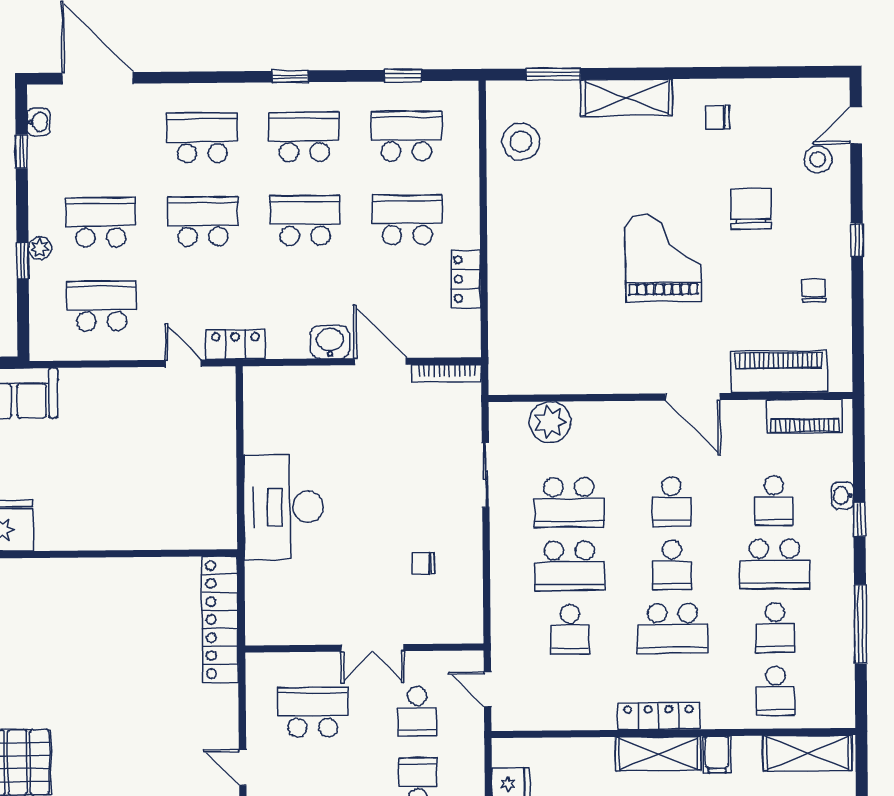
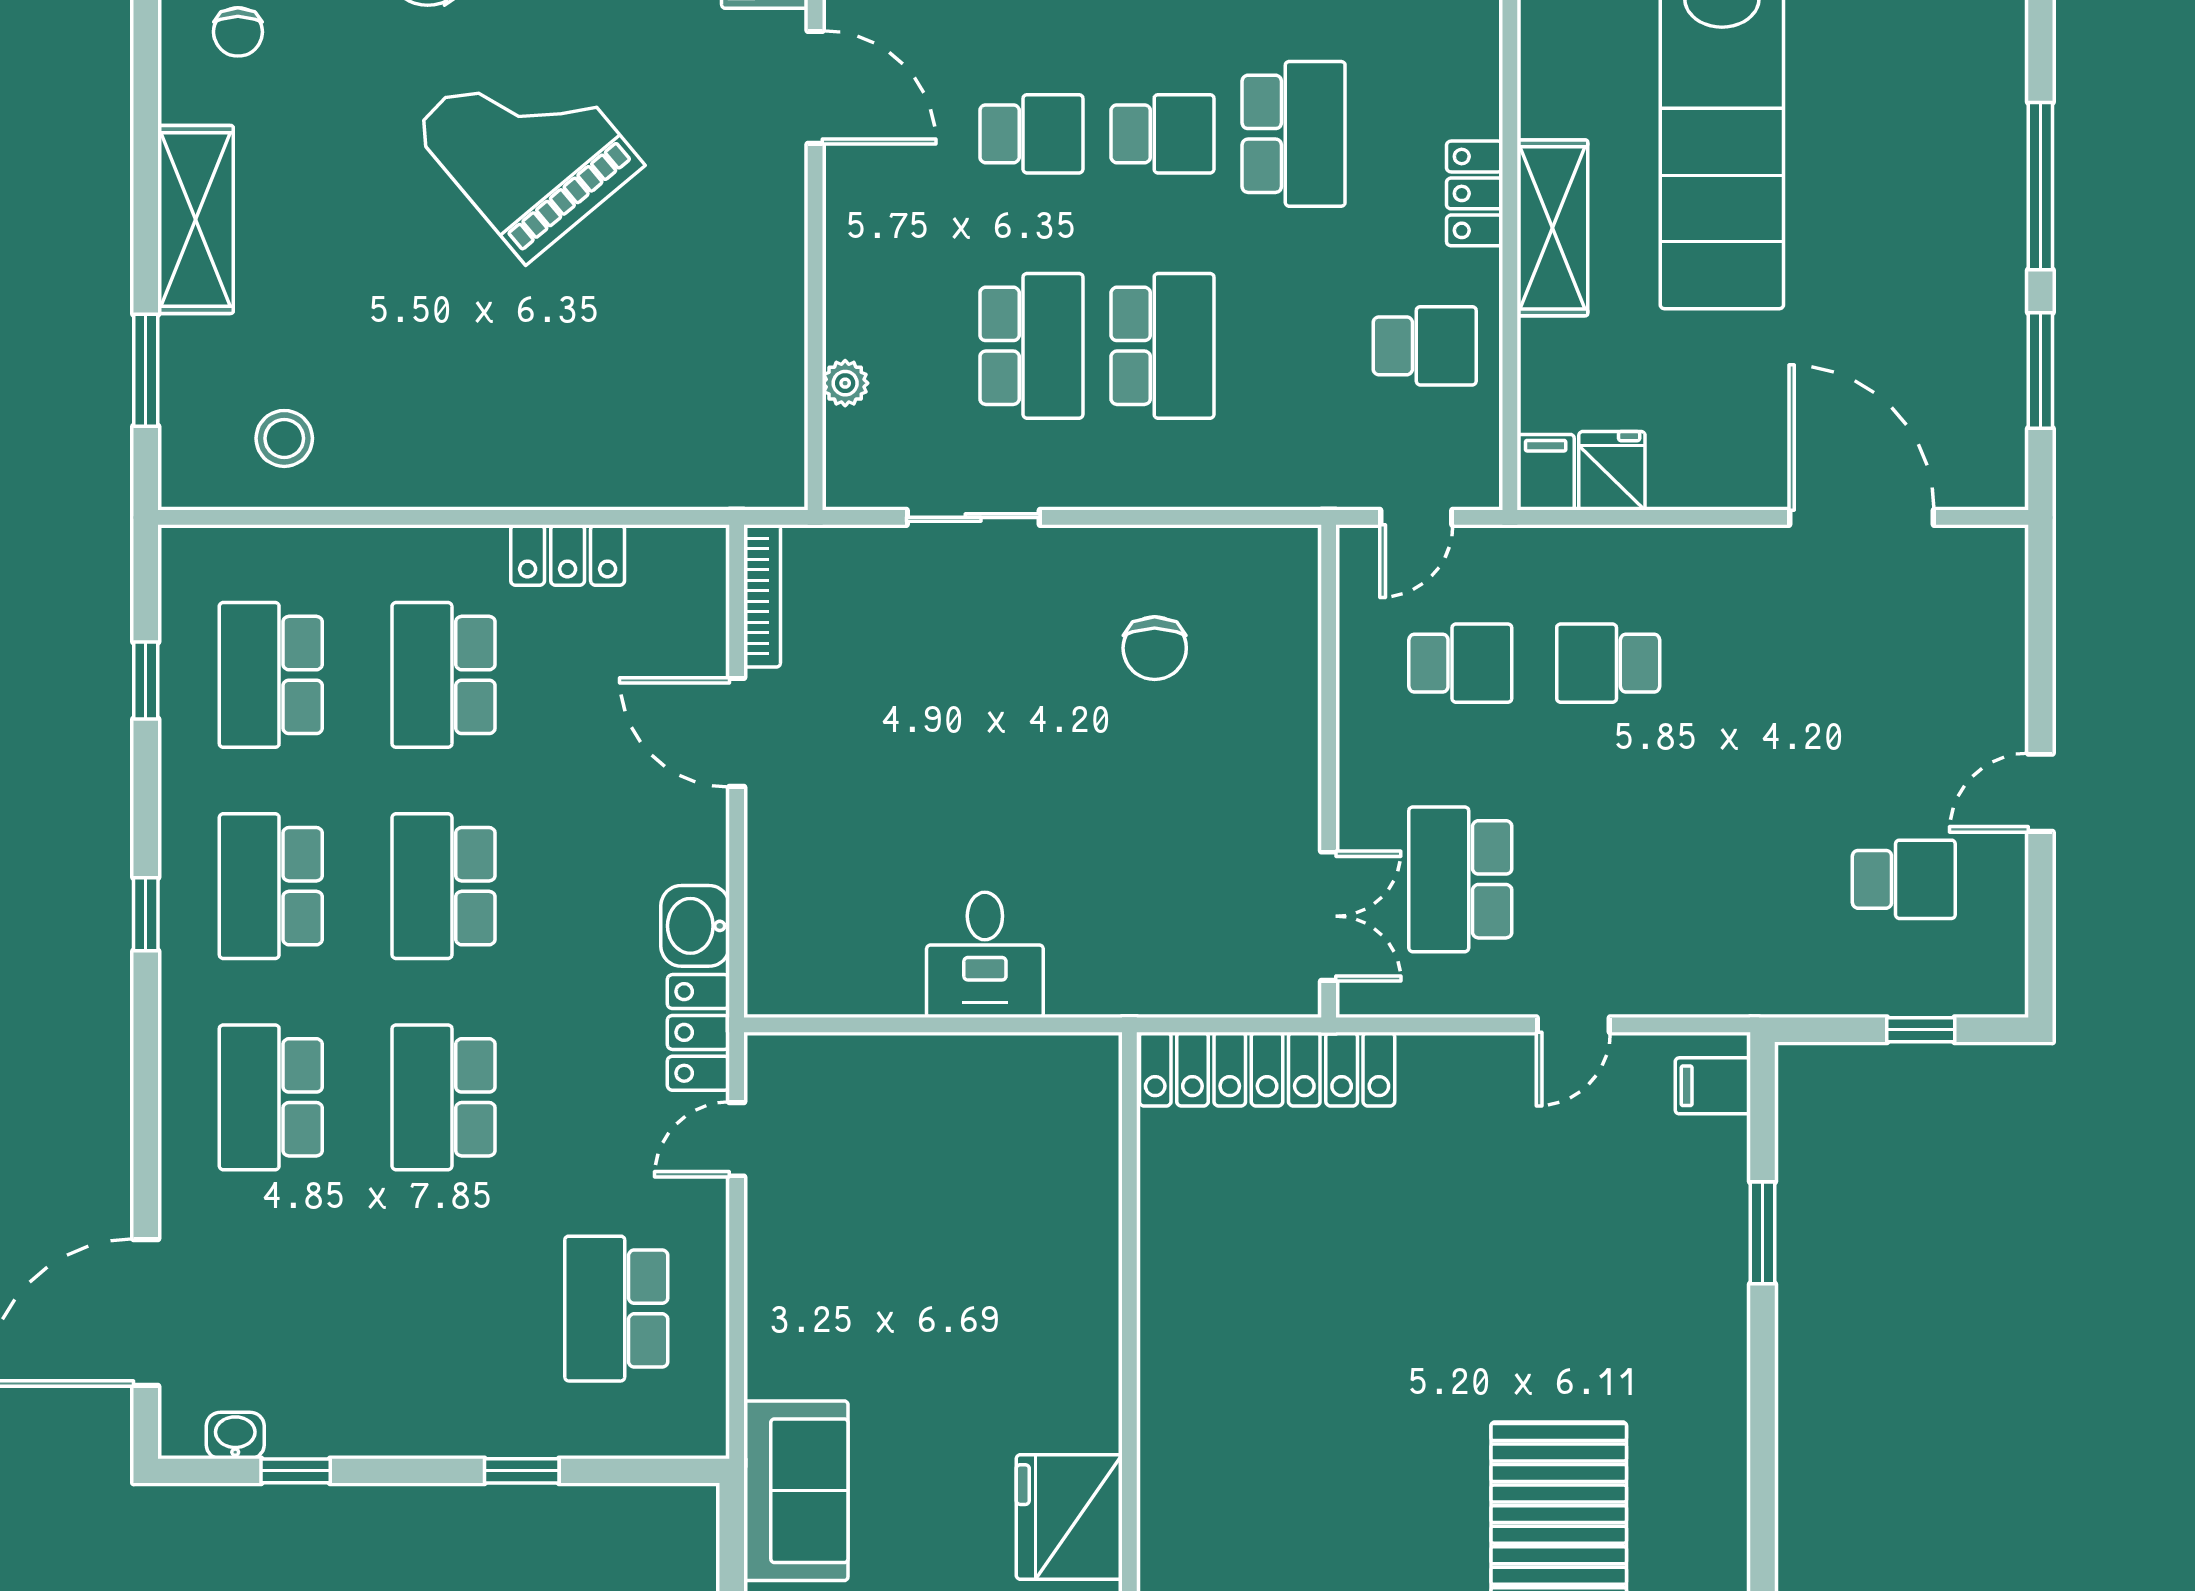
stool: (521, 141) -> (284, 438), width x0.73, depth x0.73
school desk: (101, 222) -> (444, 1309), removed
plant: (40, 248) -> (496, 1435), removed
grand piano: (663, 258) -> (527, 146), turned 50
washbasin: (330, 342) -> (695, 926), moved
door: (381, 361) -> (737, 732), hinge flipped
door: (693, 397) -> (815, 87), hinge flipped
plant: (550, 422) -> (845, 383), width x0.53, depth x0.53
desk: (283, 507) -> (985, 955), width x0.53, depth x0.77
chair: (423, 563) -> (1155, 648), width x1.37, depth x1.37
school desk: (570, 629) -> (1425, 346), moved
double door: (373, 648) -> (1329, 916), moved
locker: (659, 716) -> (1475, 193), width x0.66
shelving: (658, 754) -> (1552, 228), moved
filing cabinet: (717, 754) -> (1546, 472), moved, turned -90

